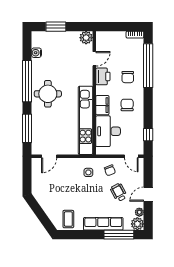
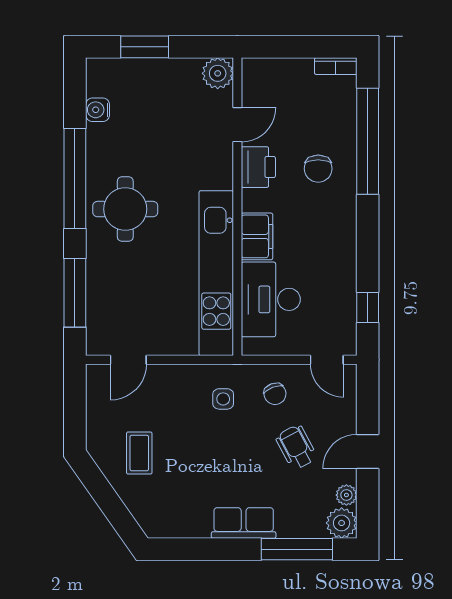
chair: (127, 105) -> (317, 236), removed
coffee table: (68, 219) -> (139, 453), moved
row of seats: (103, 224) -> (244, 523), width x0.68

